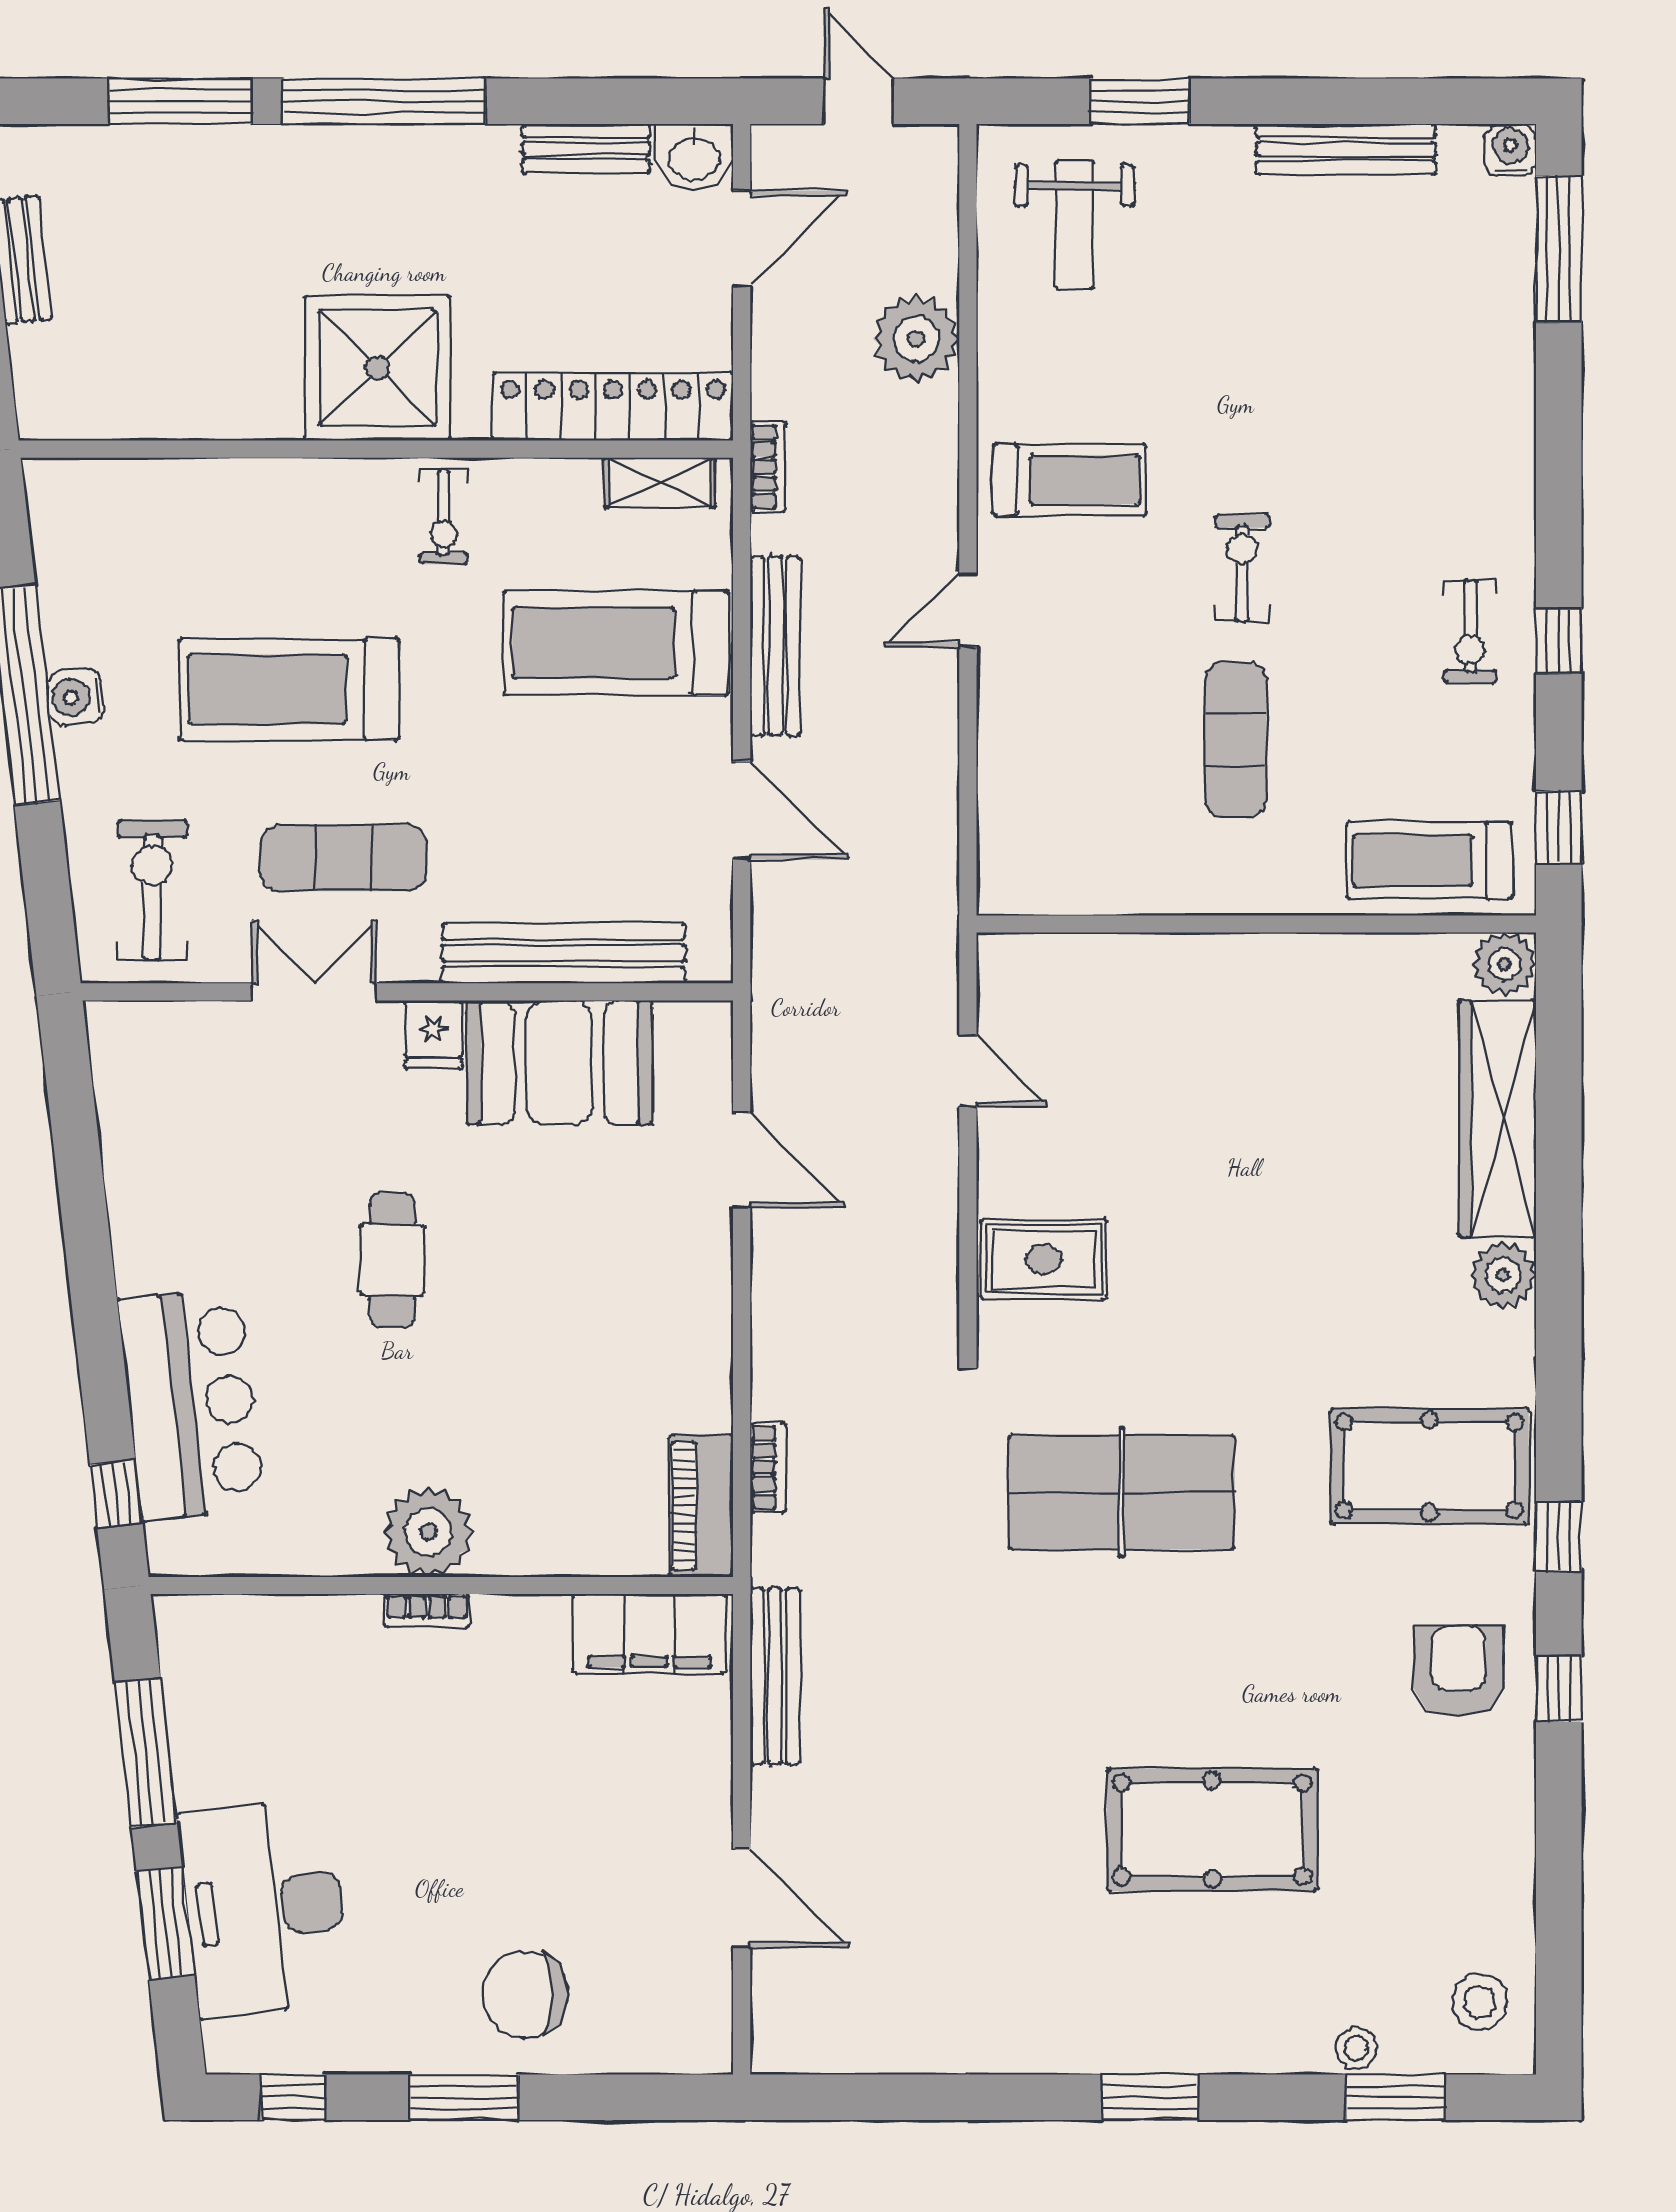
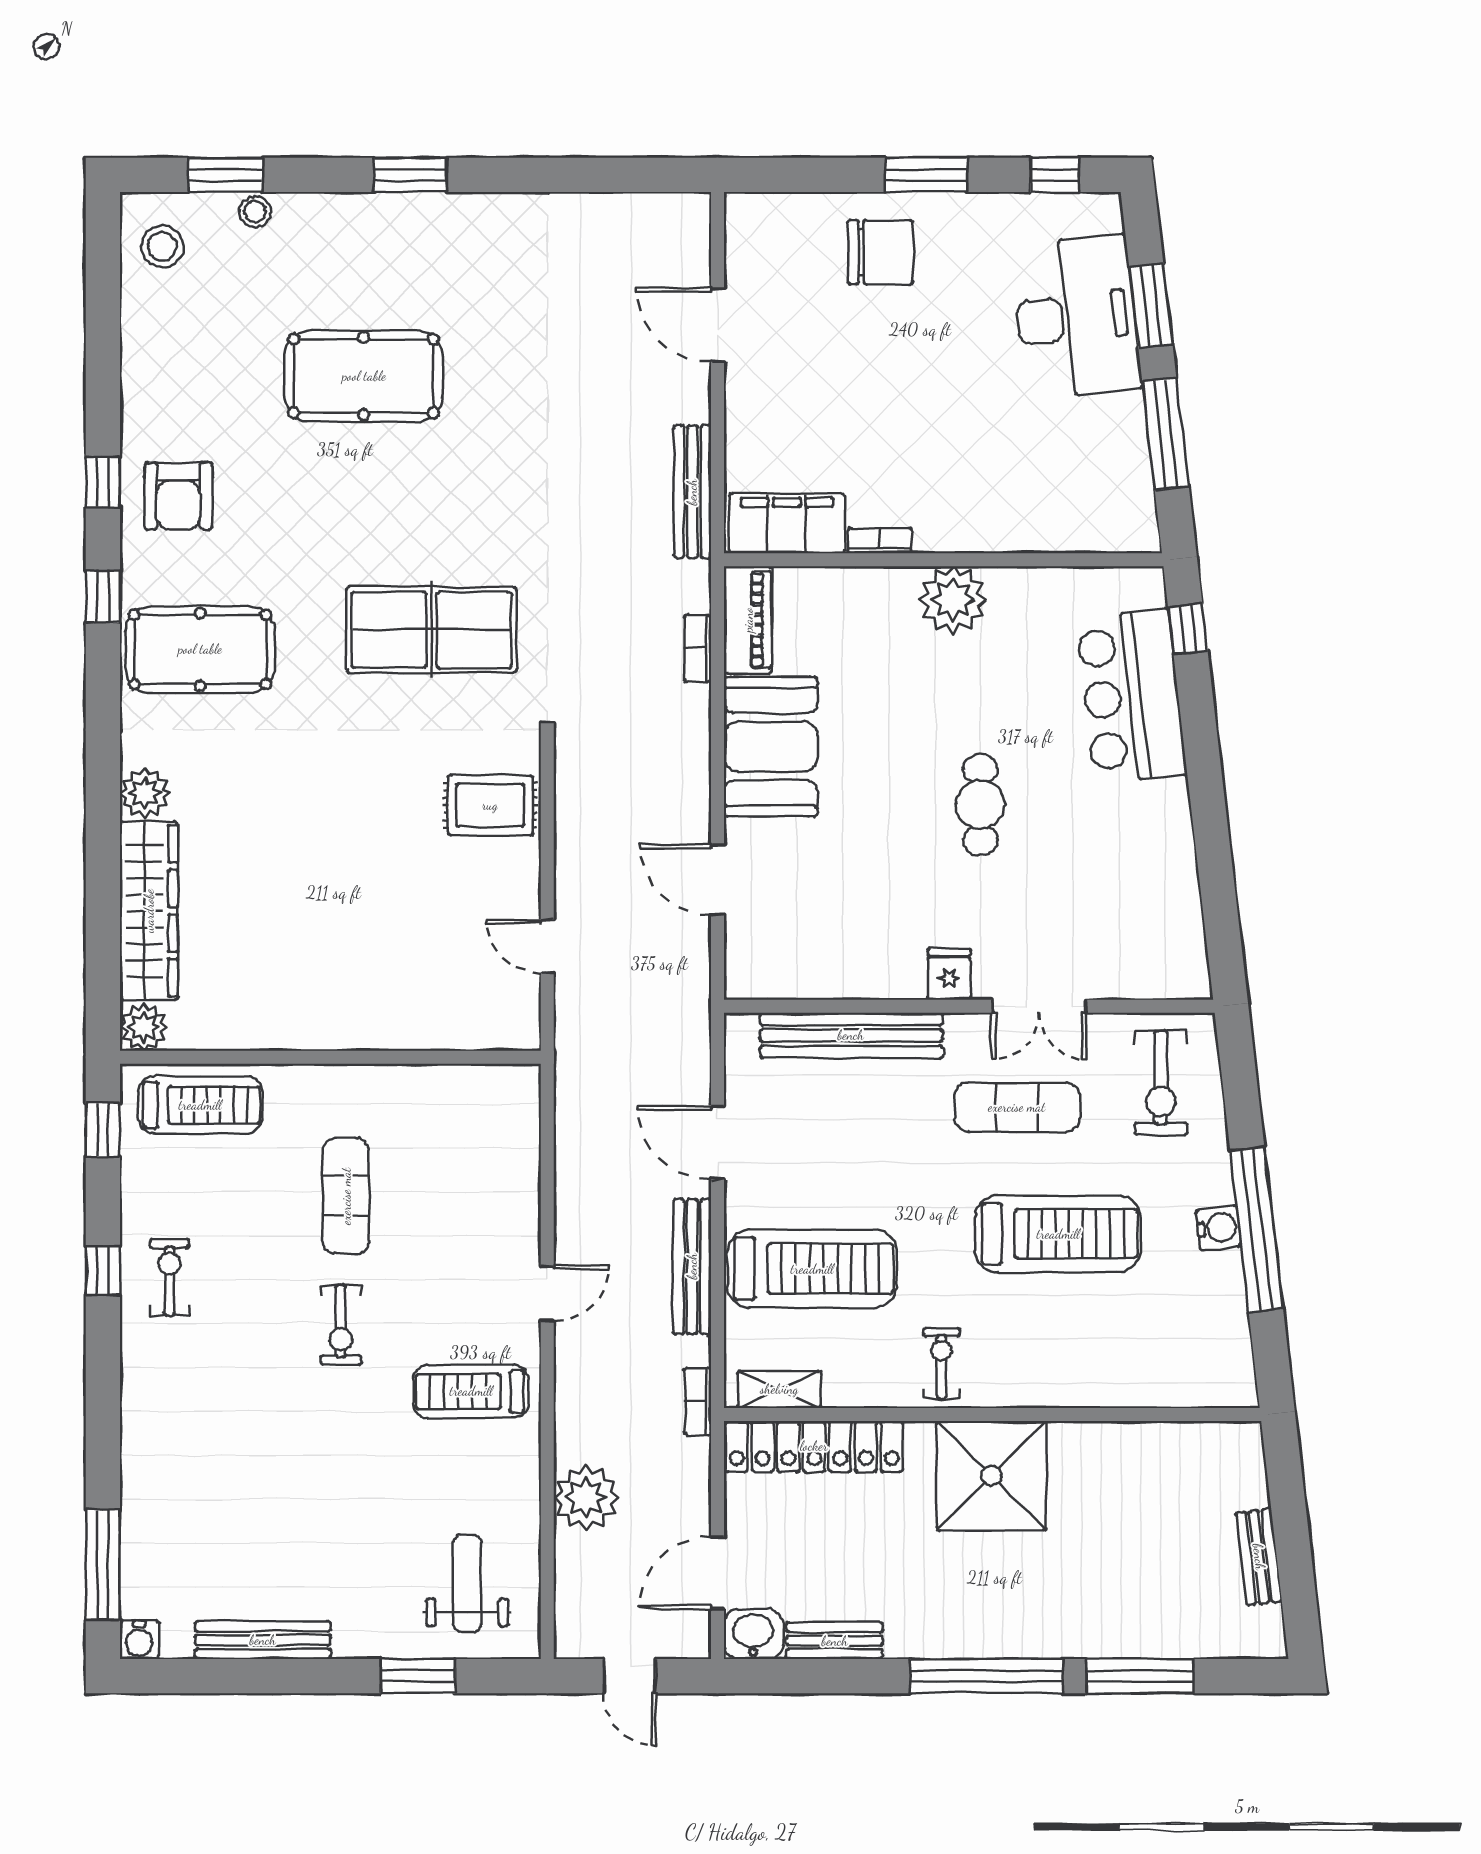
booth: (559, 1063) -> (771, 747), moved, turned 90
bookcase: (427, 1611) -> (880, 541), moved

